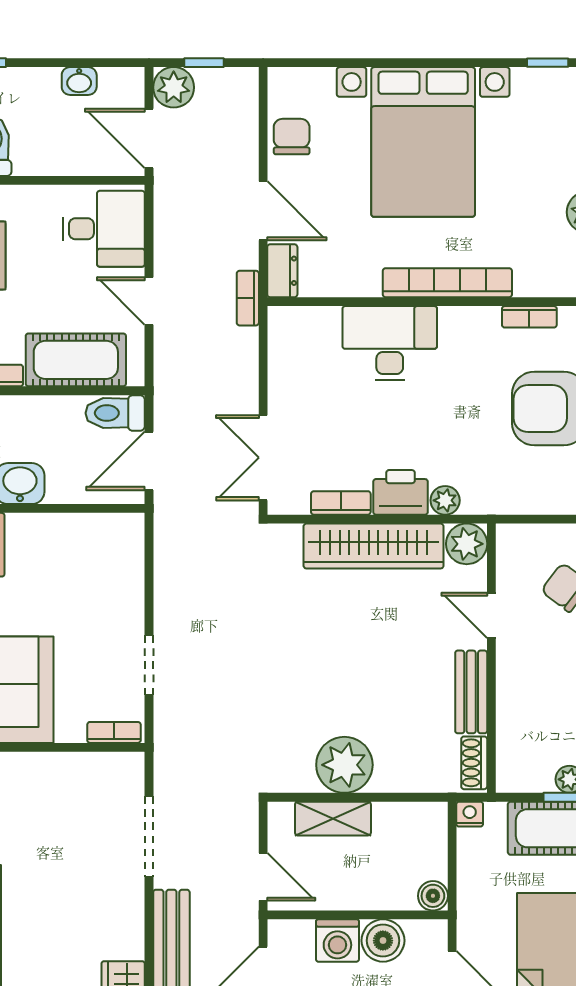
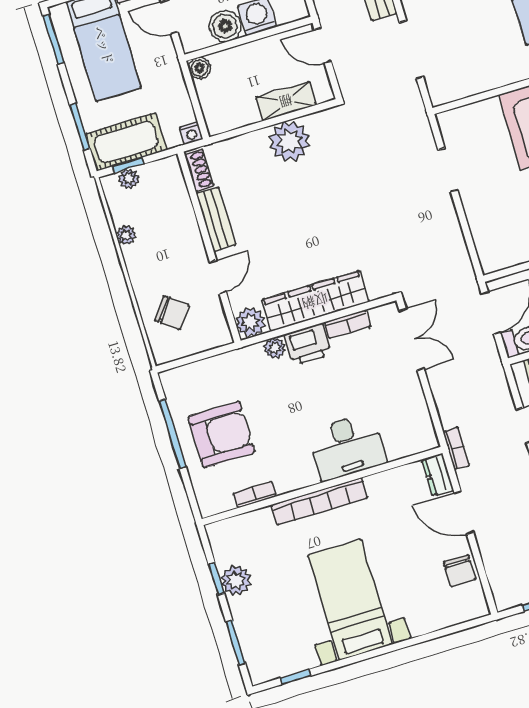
bed with nightstands: (423, 142) -> (350, 600), width x0.73
door: (491, 615) -> (218, 277), hinge flipped
bookcase: (114, 732) -> (458, 115), removed

